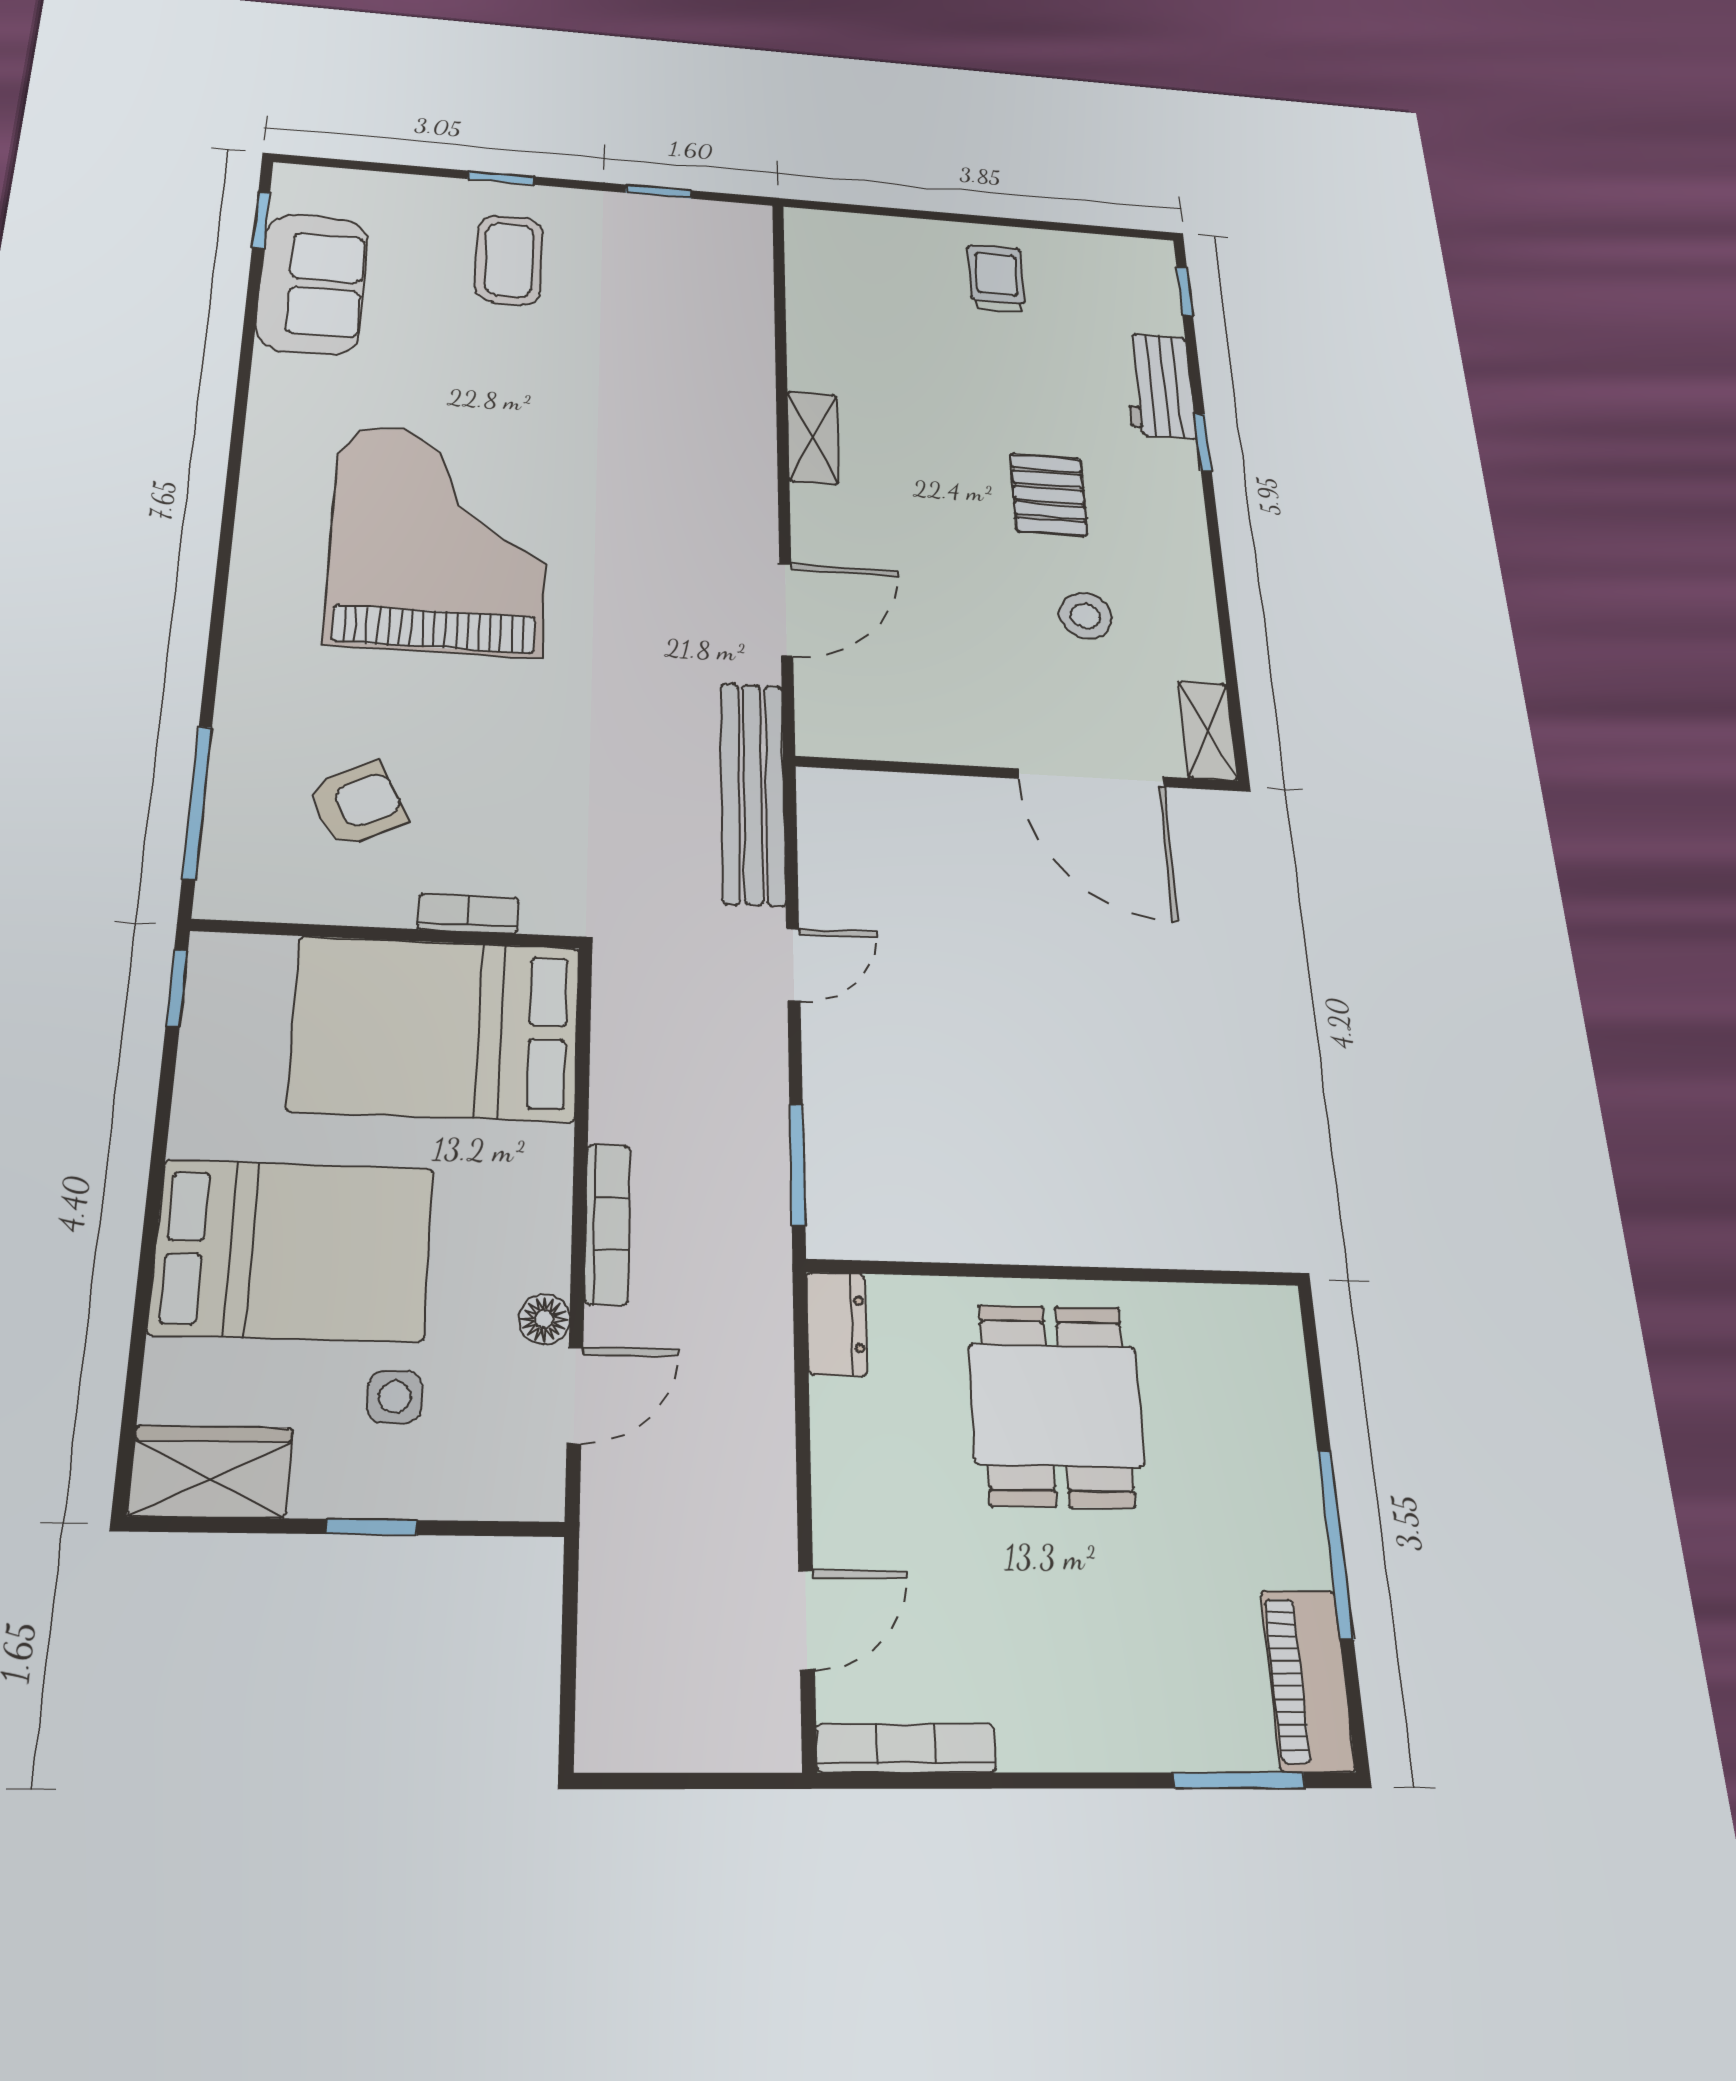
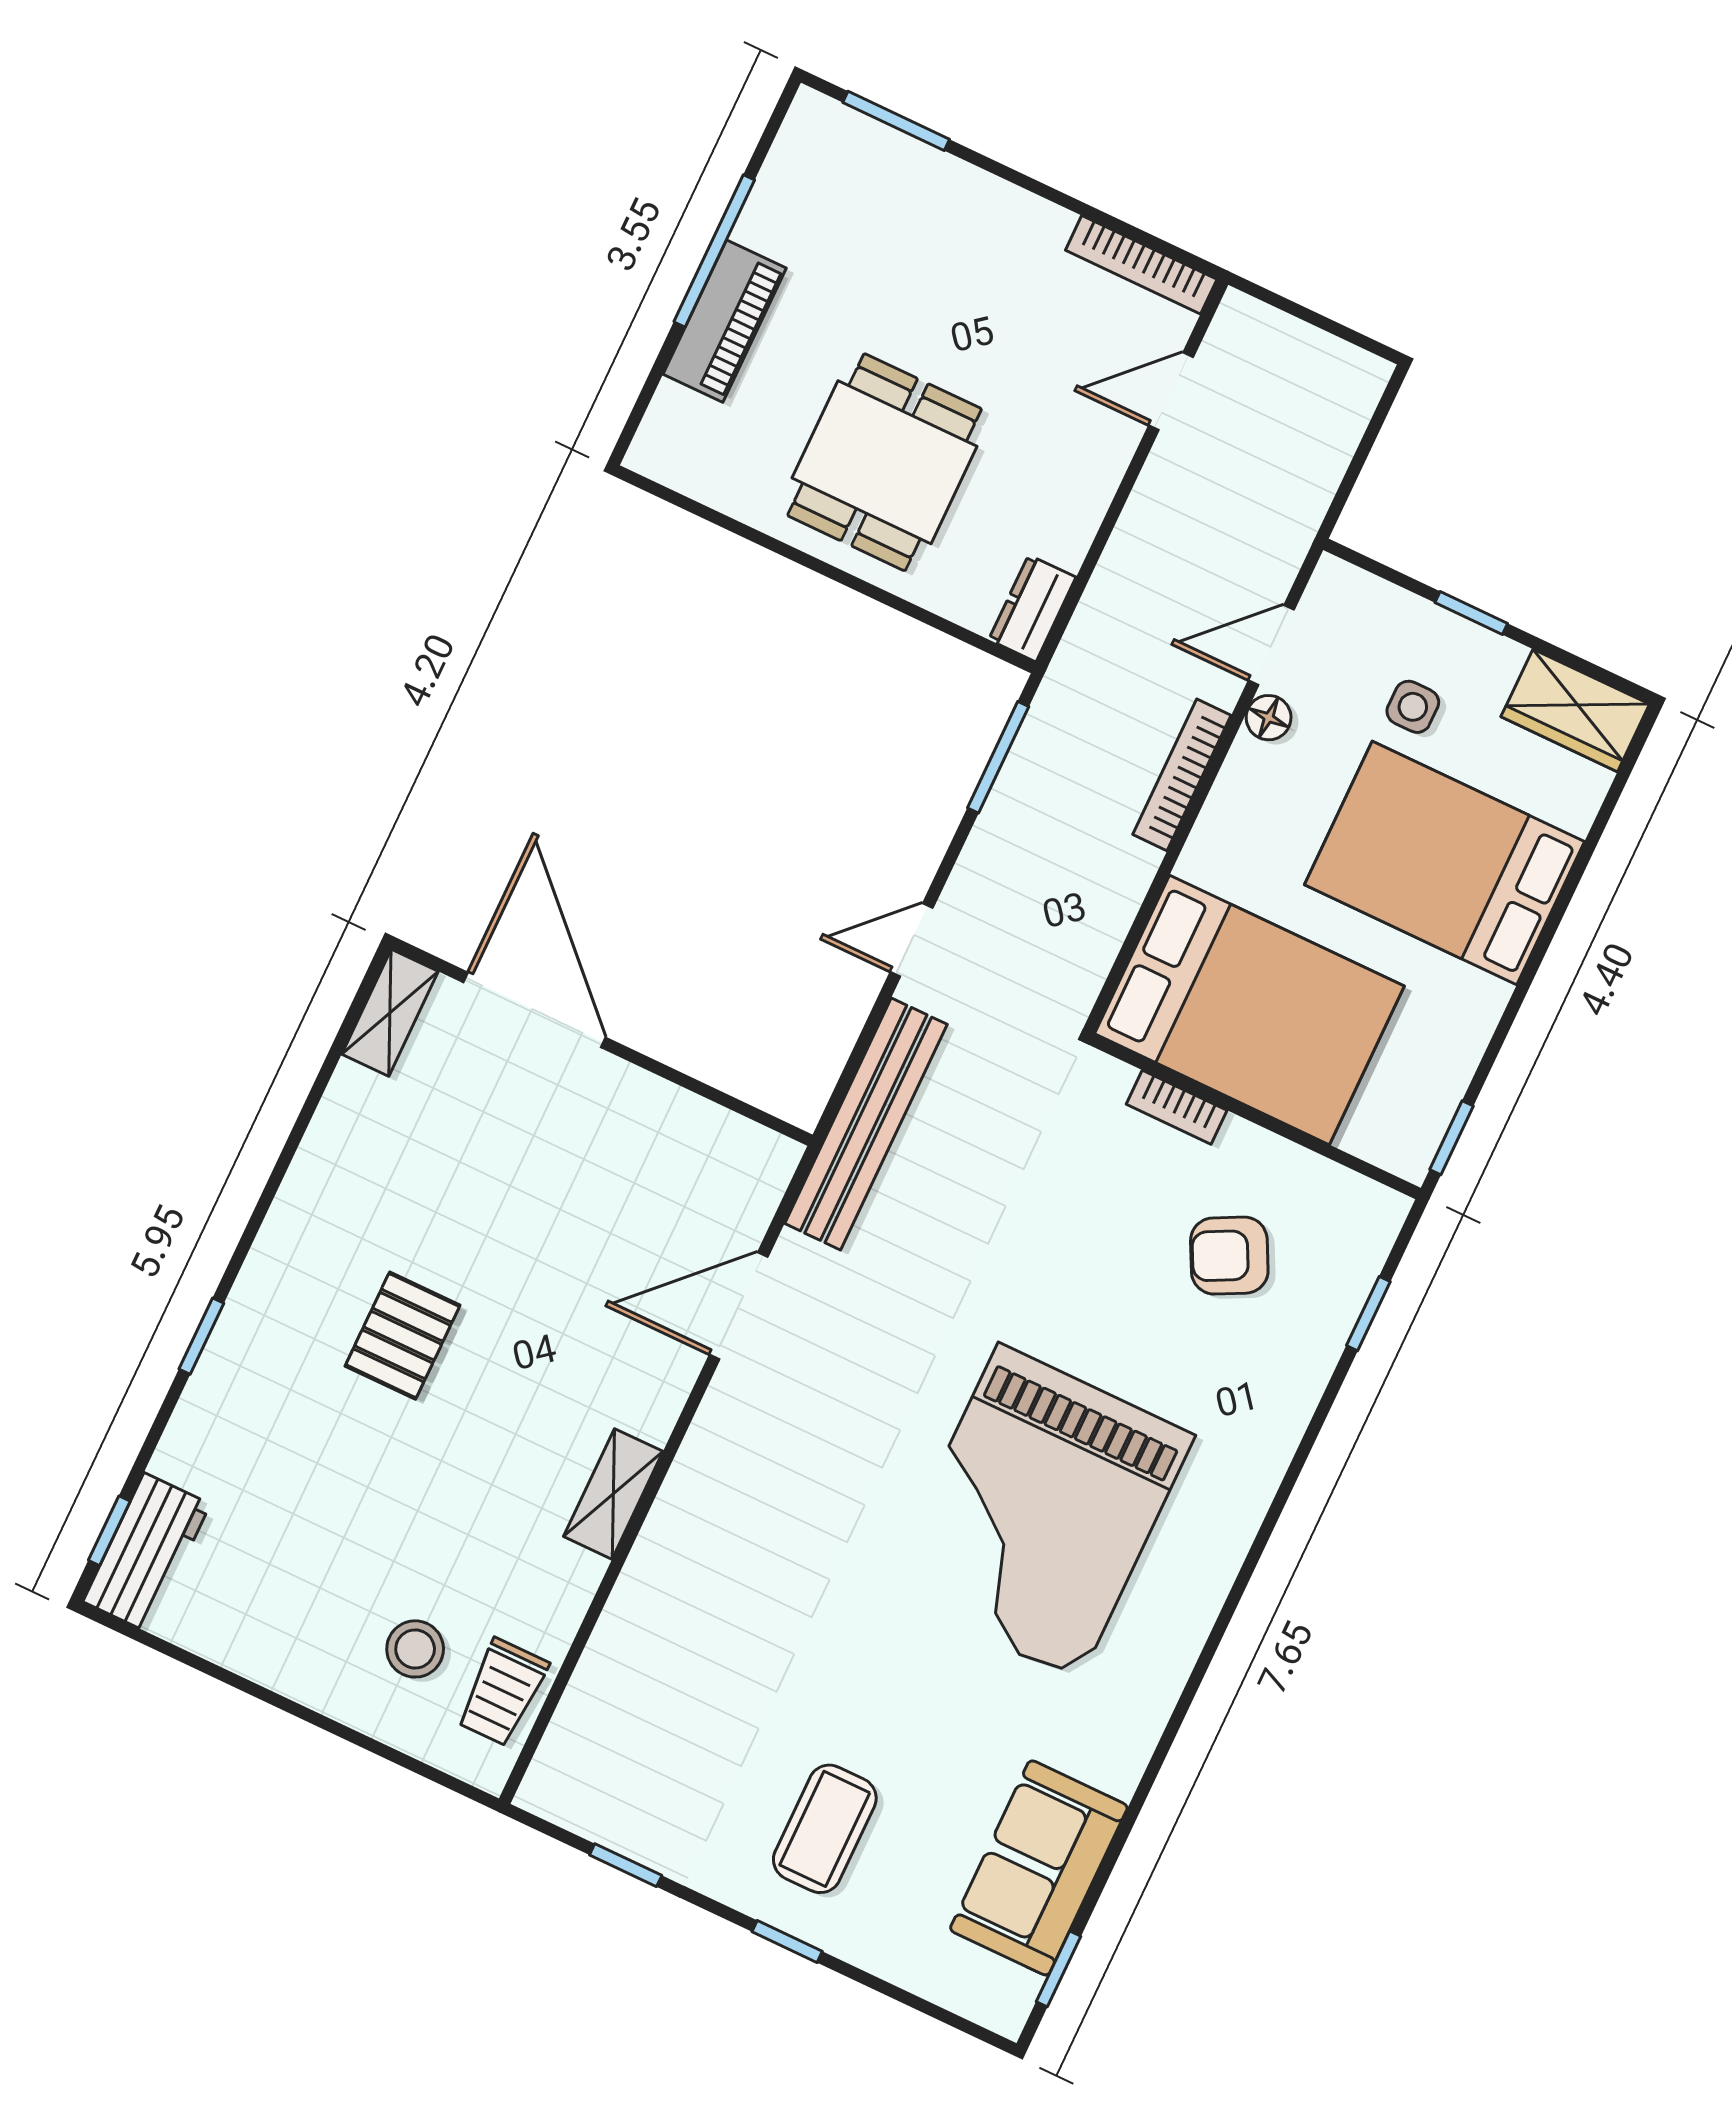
trolley: (997, 279) -> (502, 1692), moved
workbench: (1159, 386) -> (147, 1553), moved
stool: (1086, 616) -> (415, 1649), moved
window: (197, 802) -> (1368, 1314), width x0.46
piano: (1308, 1680) -> (725, 321), moved

